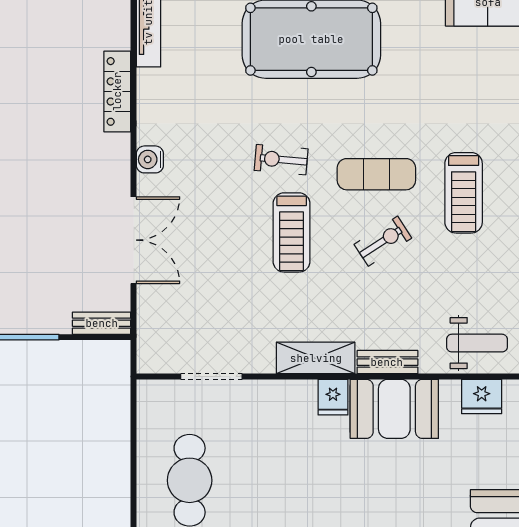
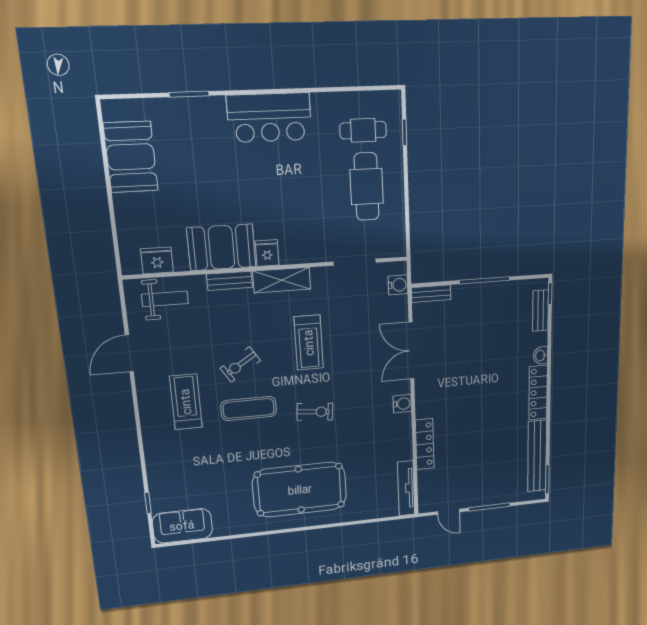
treadmill: (292, 232) -> (309, 343), moved, turned 180
water cooler: (150, 340) -> (398, 285), added
weight bench: (477, 343) -> (165, 299), turned 180

